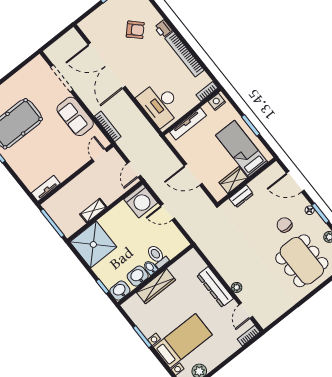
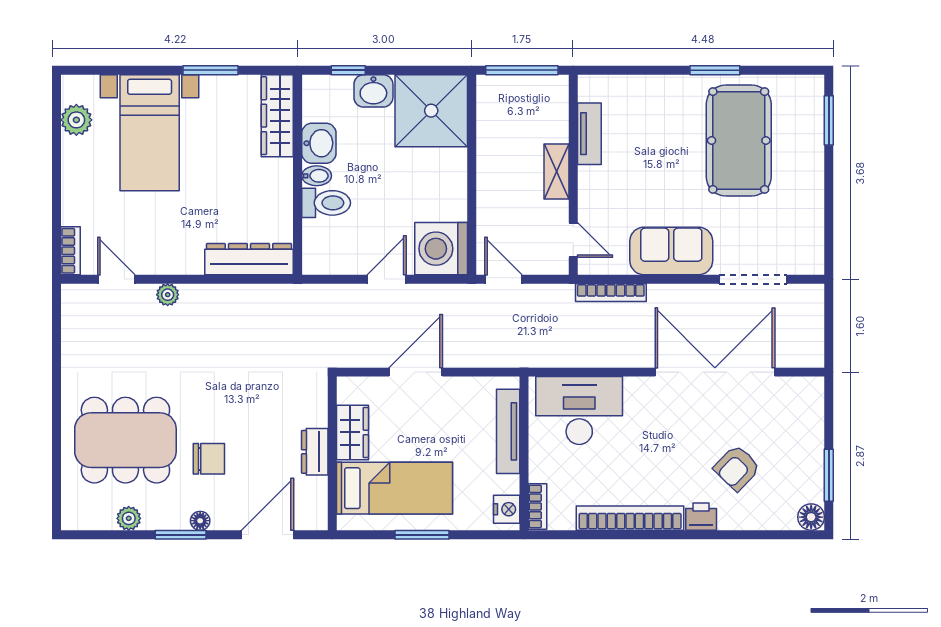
tv unit: (46, 188) -> (589, 134), moved
dresser: (241, 196) -> (315, 452), moved
shelving: (93, 211) -> (556, 172), moved
wardrobe: (156, 286) -> (277, 116), moved
dresser: (215, 287) -> (249, 259), moved
washbasin: (120, 291) -> (373, 91), moved, turned 90

